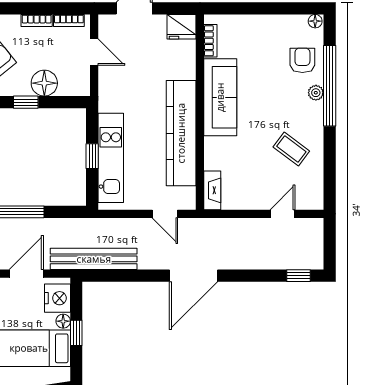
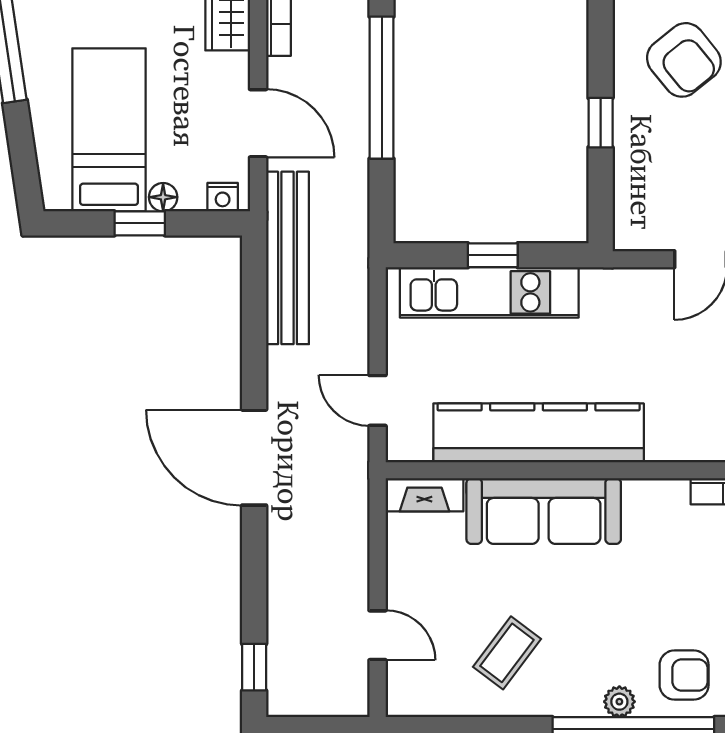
floor lamp: (44, 83) -> (639, 160), removed
sofa: (220, 97) -> (544, 511), moved
door: (165, 214) -> (378, 400), hinge flipped
nightstand: (57, 298) -> (223, 197), width x0.53, depth x0.56

